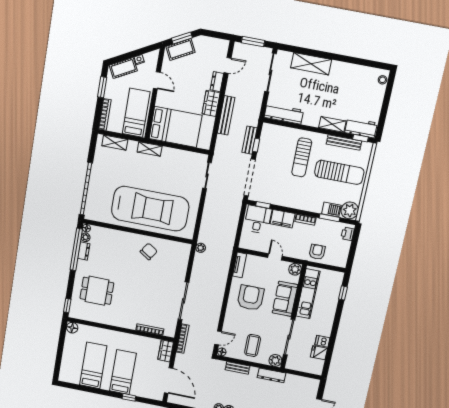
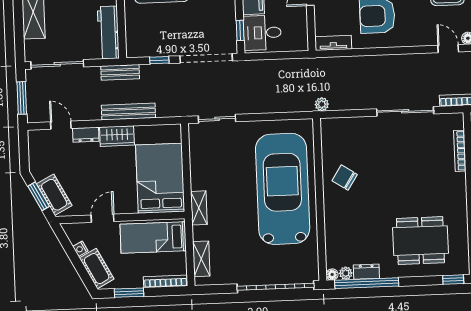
bench: (249, 140) -> (120, 72), moved
dining table: (97, 291) -> (420, 241), width x1.37

